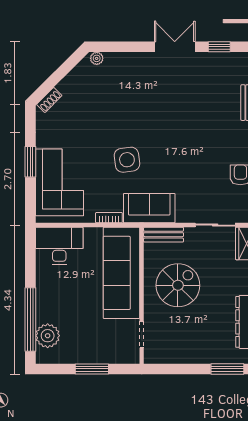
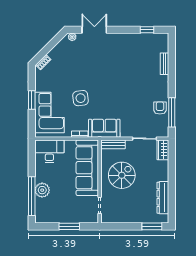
double door: (175, 47) -> (94, 30), moved
side table: (127, 160) -> (81, 98), moved
plant: (48, 336) -> (42, 190), moved

